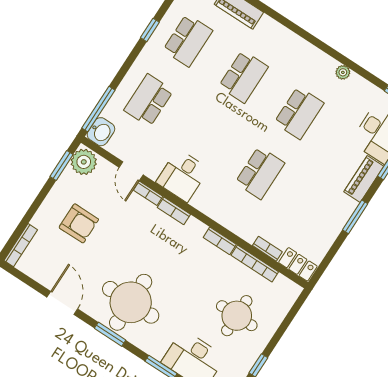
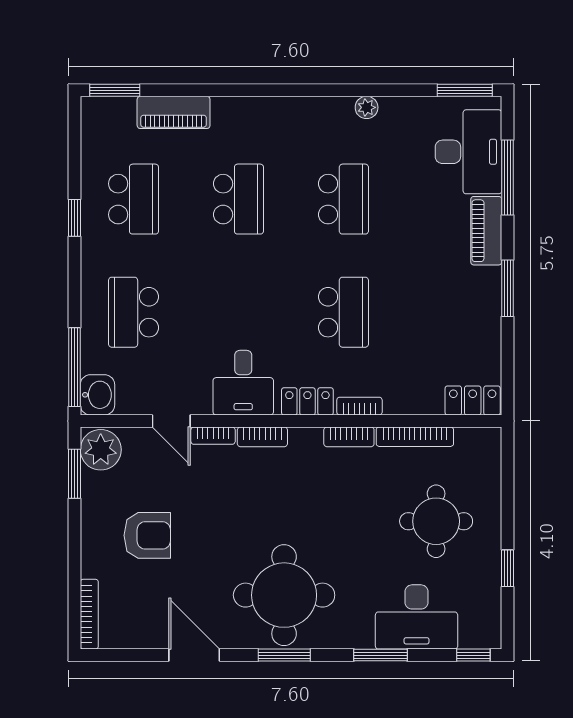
locker: (210, 208) -> (307, 401), added
bookcase: (267, 249) -> (359, 406), moved

